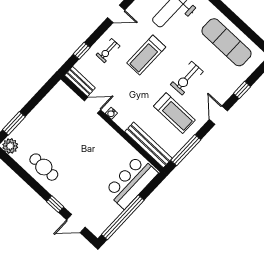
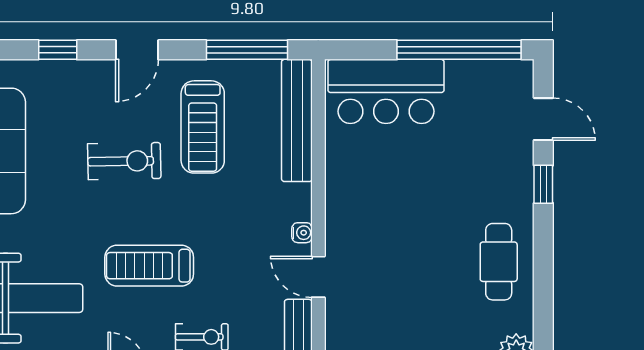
treadmill: (146, 55) -> (149, 266), turned 180
treadmill: (174, 113) -> (203, 127), turned 180

